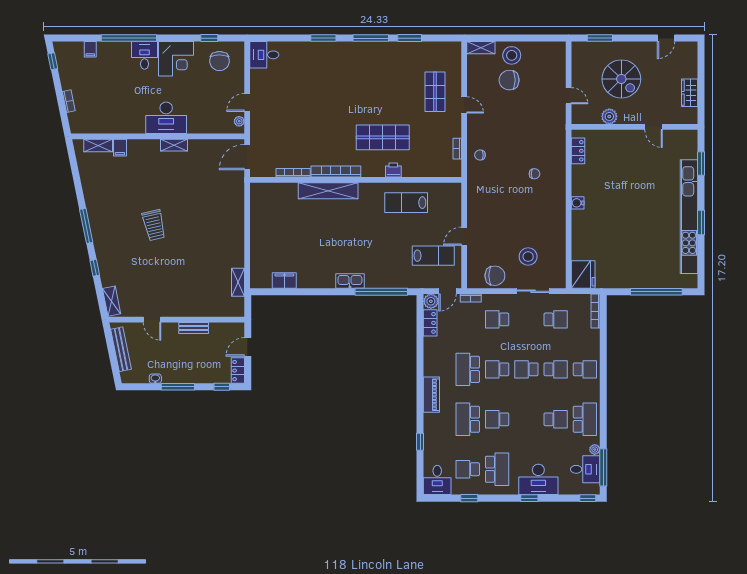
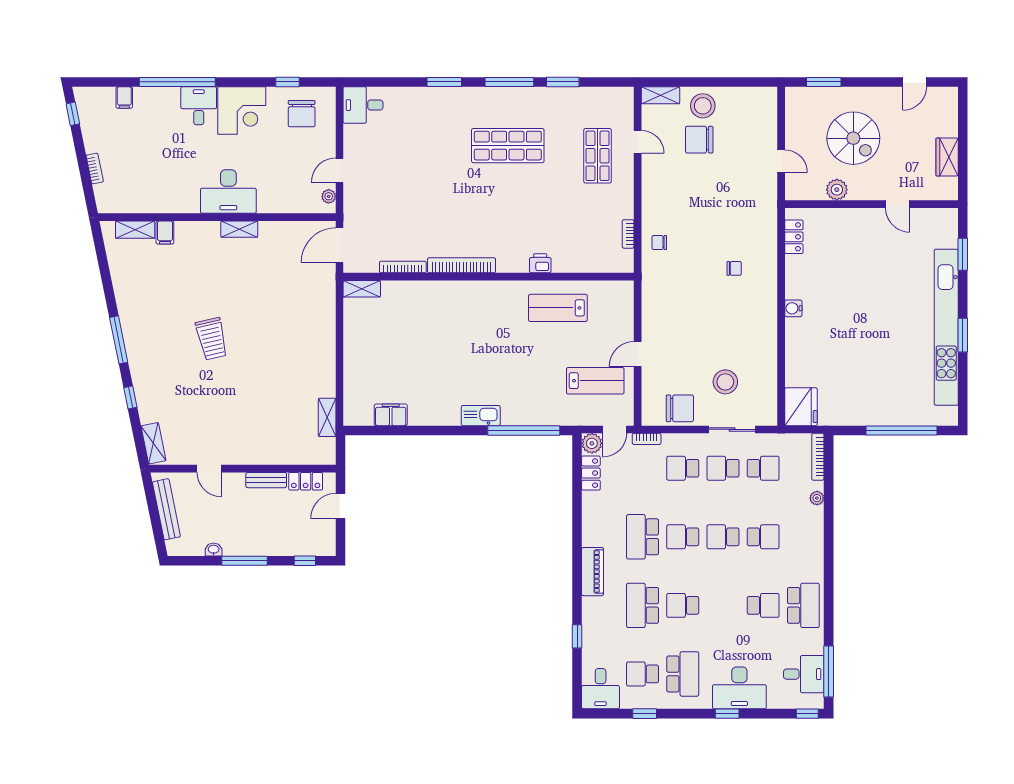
door: (464, 105) -> (638, 142), moved
shop shelf: (383, 137) -> (508, 146), moved
shelving: (328, 191) -> (362, 289), moved, width x0.45, depth x0.75
school desk: (585, 369) -> (723, 468), moved, turned 180
locker: (238, 371) -> (306, 481), moved, turned -90
plant: (595, 449) -> (817, 498), moved

